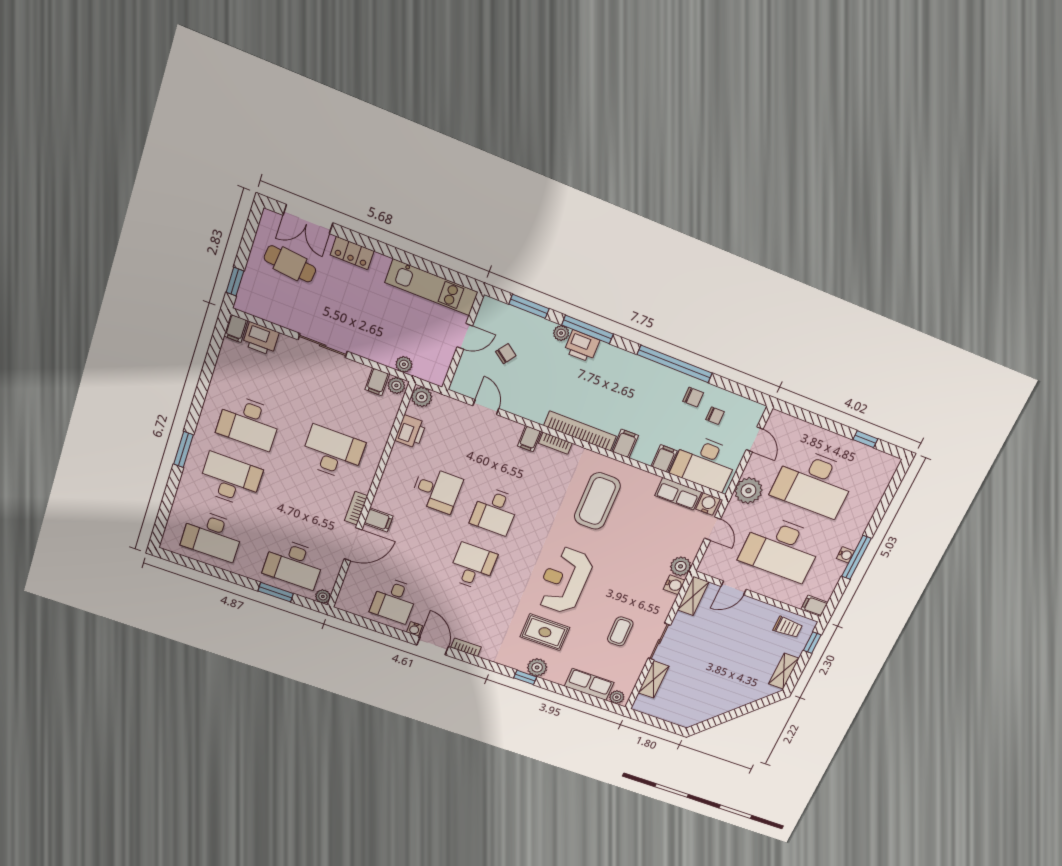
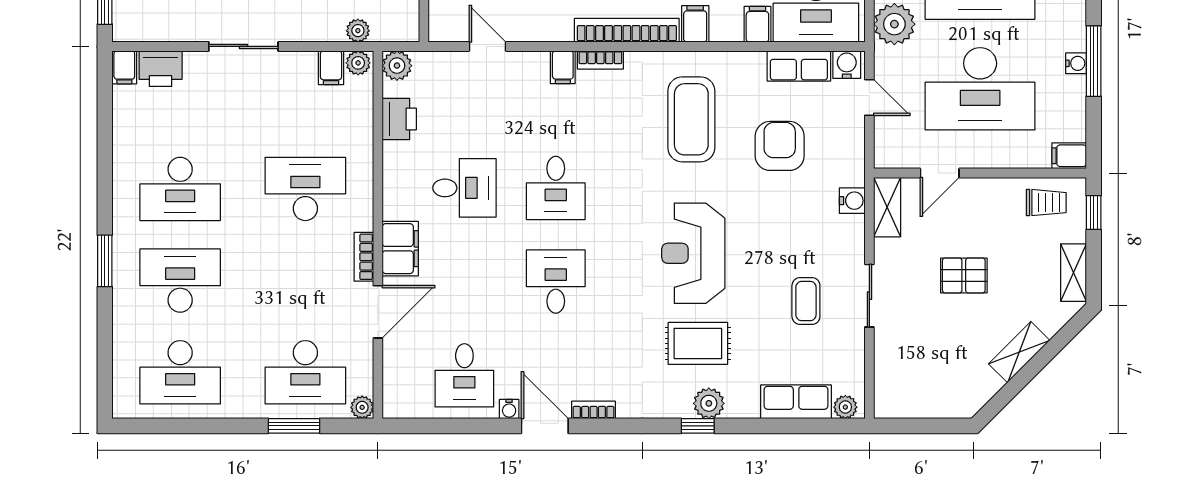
filing cabinet: (378, 520) -> (400, 249), width x2.00
armchair: (645, 537) -> (780, 146), added
plant: (681, 566) -> (849, 170), removed
pallet: (720, 650) -> (964, 275), added
shelving: (653, 679) -> (1019, 352), moved, turned 45

